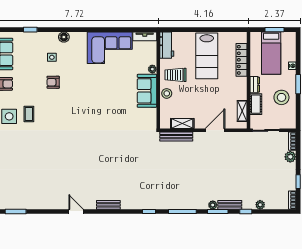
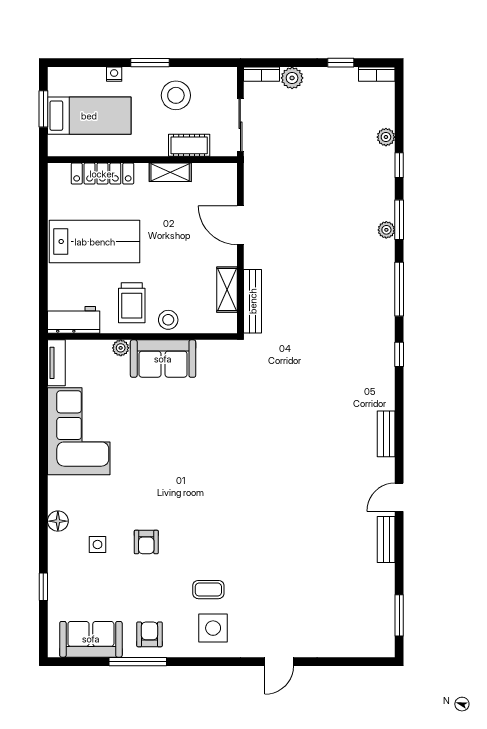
dresser: (255, 85) -> (151, 147), removed
shelving: (242, 111) -> (170, 172), moved
bench: (230, 205) -> (386, 539), moved

